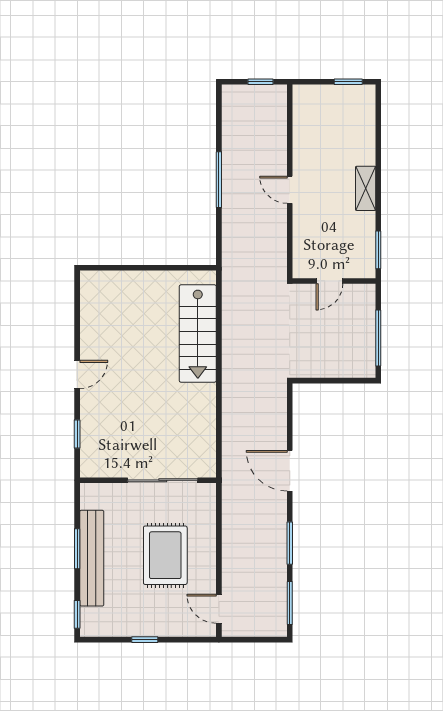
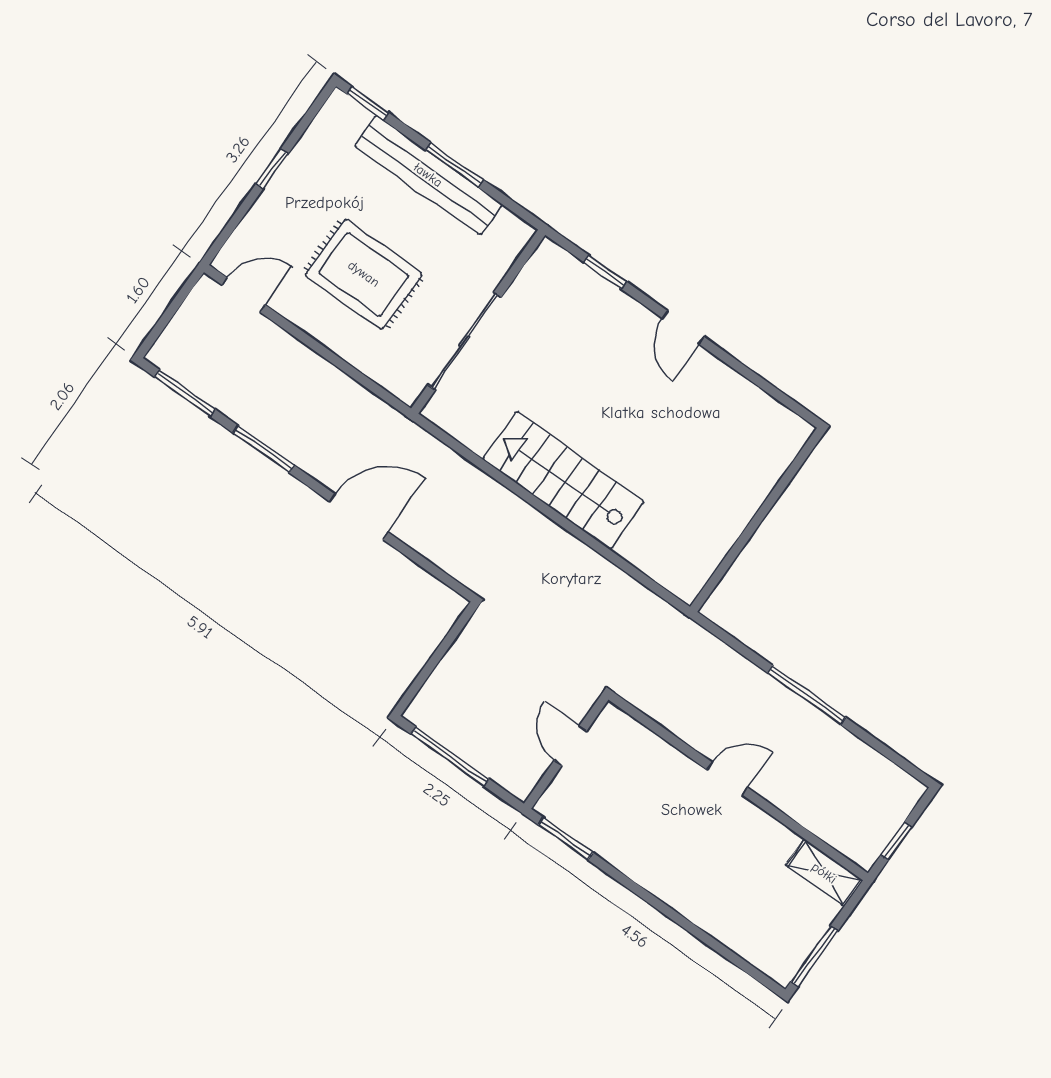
window: (348, 82) -> (814, 956), width x1.50
shelving: (366, 188) -> (824, 873), moved
stairs: (198, 334) -> (563, 480), moved

